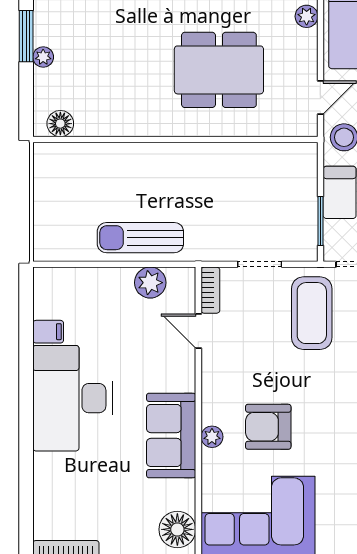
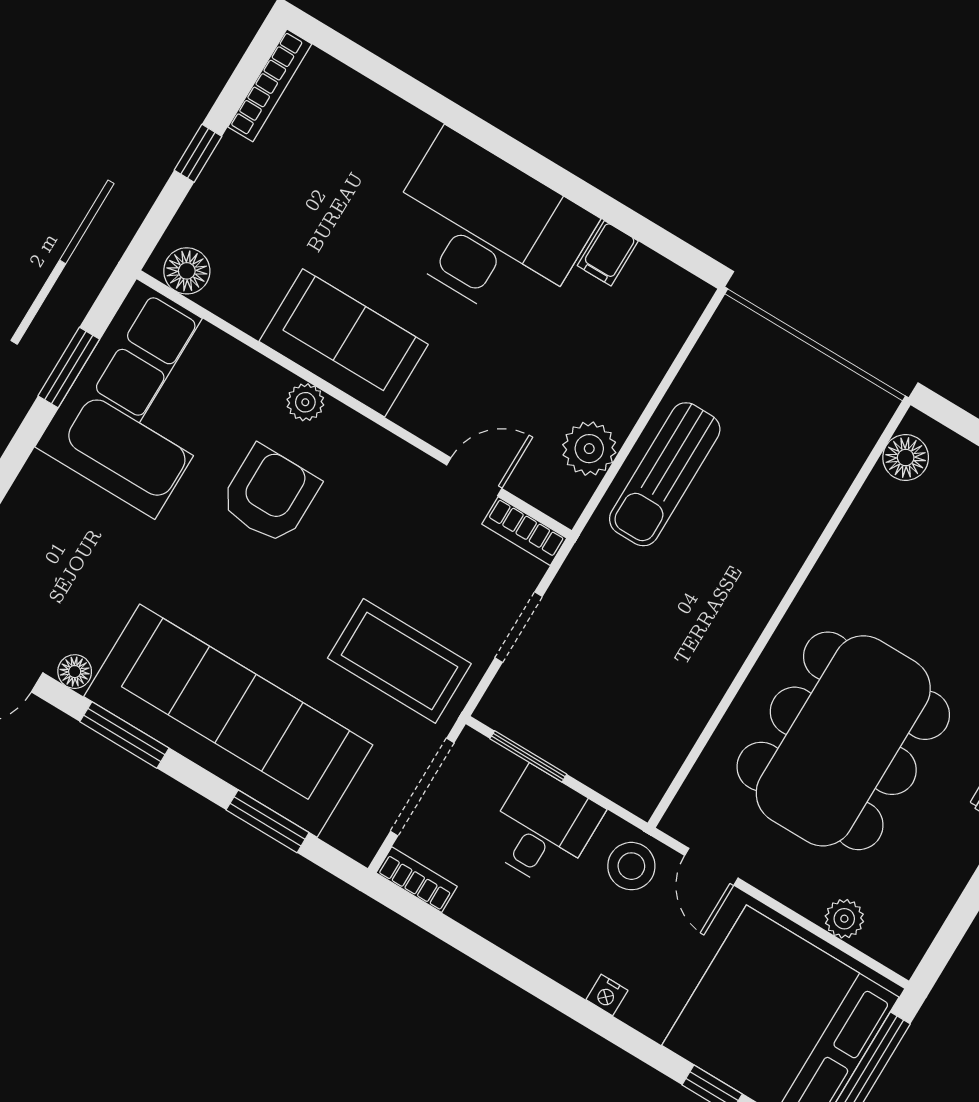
dining table: (219, 70) -> (843, 741), width x1.36, depth x1.24
sun lounger: (140, 238) -> (665, 474), turned 180
floor lamp: (177, 529) -> (187, 271), width x0.73, depth x0.73

